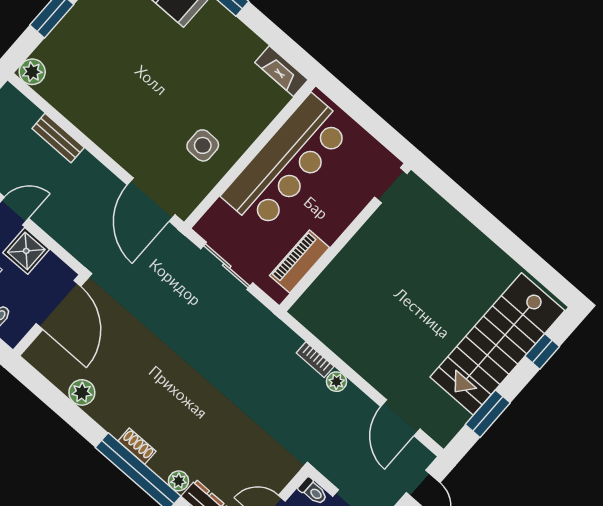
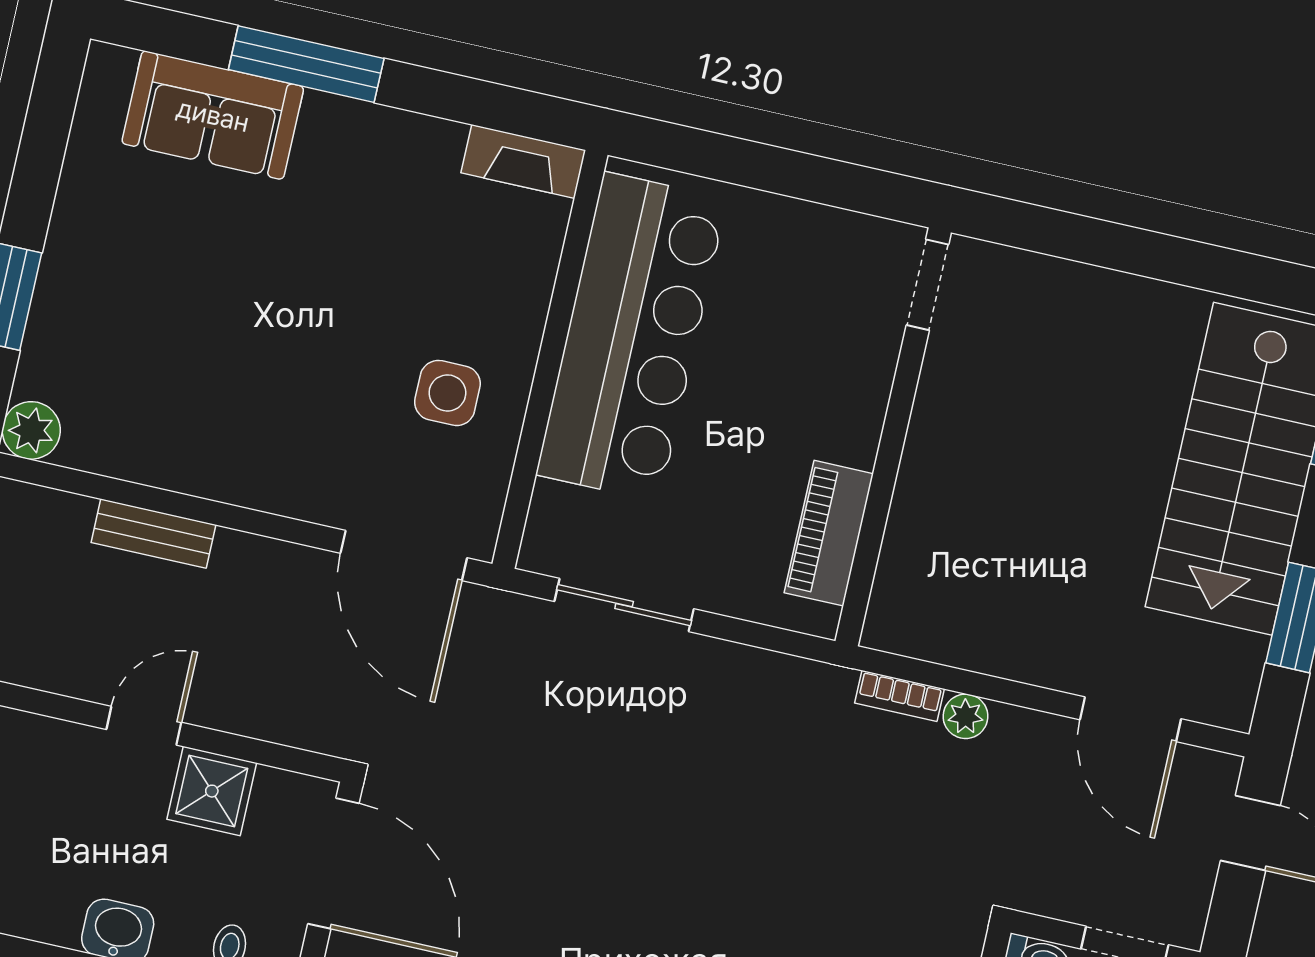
doorway: (391, 185) -> (927, 285), moved
wall: (345, 237) -> (893, 437), moved
piano: (300, 261) -> (829, 533), moved

